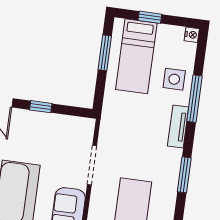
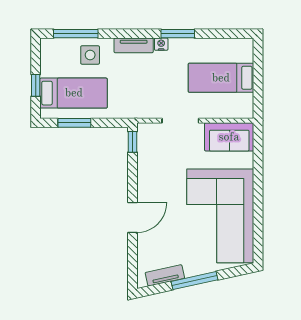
nightstand: (192, 35) -> (161, 44), moved
window: (195, 99) -> (76, 34), moved
window: (41, 107) -> (132, 142), moved

